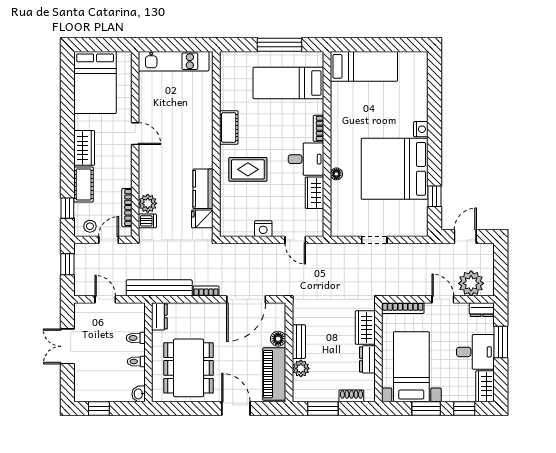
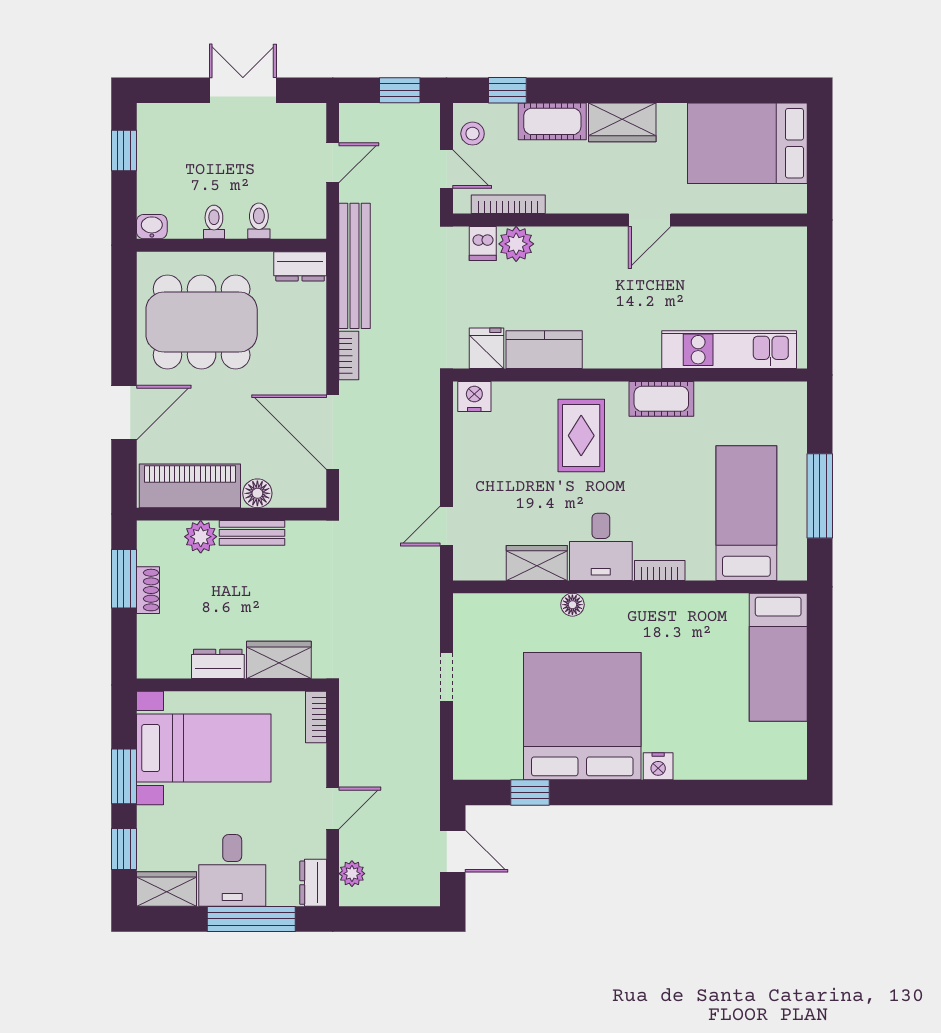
kitchen unit: (174, 61) -> (729, 350), moved, turned 90
nightstand: (263, 229) -> (474, 396), moved, turned 90
plant: (471, 283) -> (352, 874), width x0.53, depth x0.53
bookcase: (403, 308) -> (316, 717), width x0.64
window: (501, 342) -> (251, 919), width x1.44
shoe rack: (351, 396) -> (148, 590), moved

